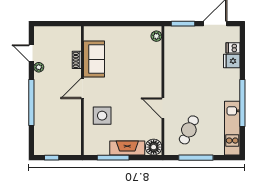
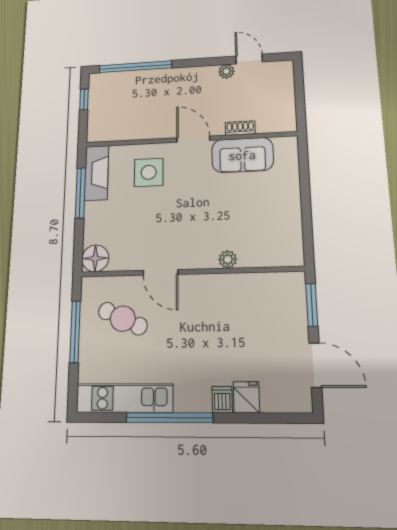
plant: (156, 36) -> (228, 259), moved
dishwasher: (233, 48) -> (222, 400), moved
door: (31, 53) -> (249, 59), hinge flipped
window: (31, 102) -> (135, 67), moved
door: (163, 108) -> (161, 272), swing flipped
fireplace: (127, 148) -> (97, 173), moved

